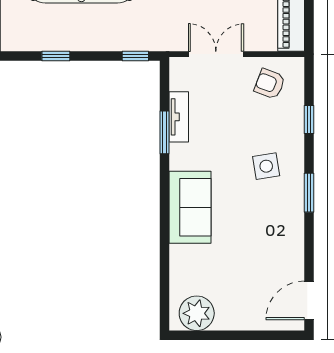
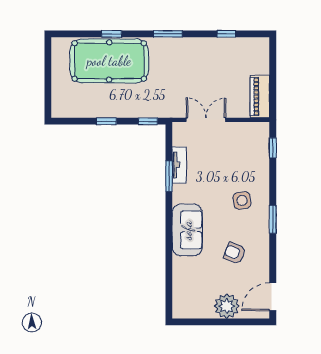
window: (56, 56) -> (106, 121), moved
armchair: (270, 84) -> (235, 253), moved
window: (309, 120) -> (273, 148), moved
plant: (197, 313) -> (227, 306), moved

